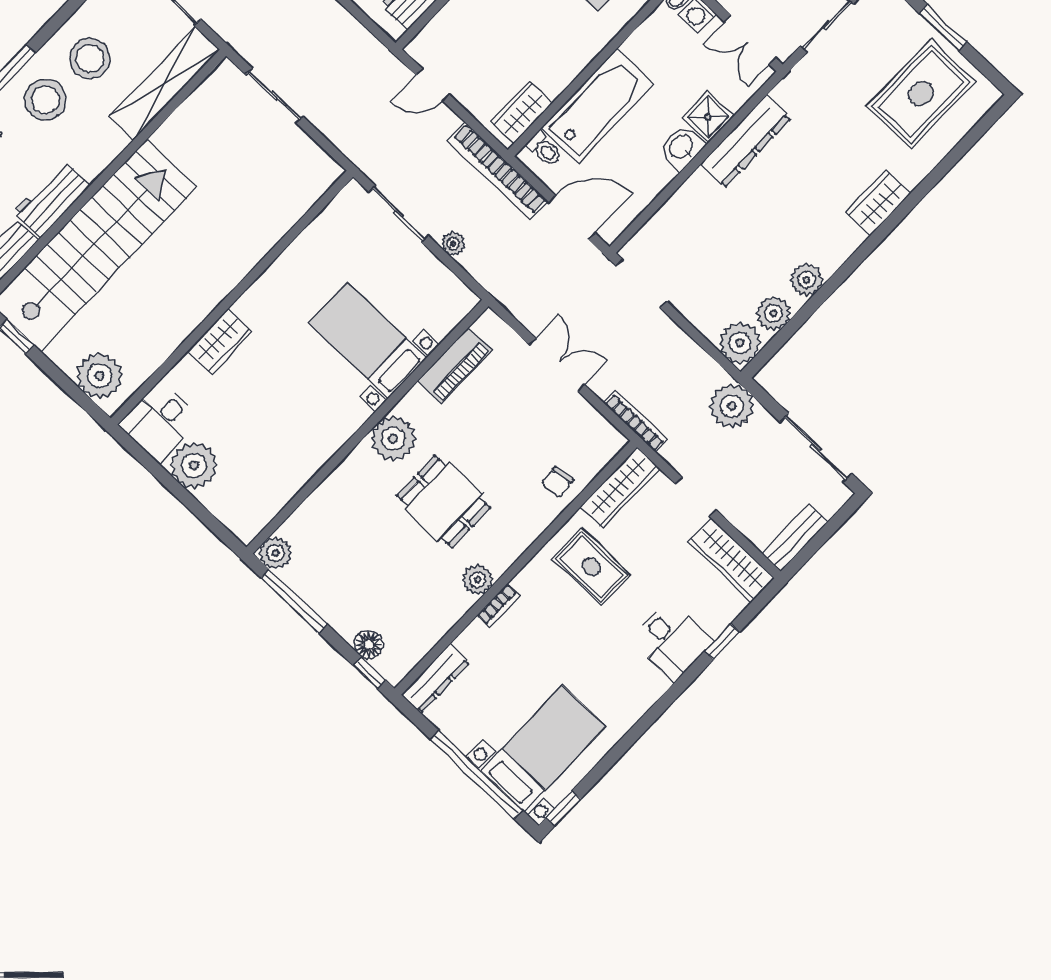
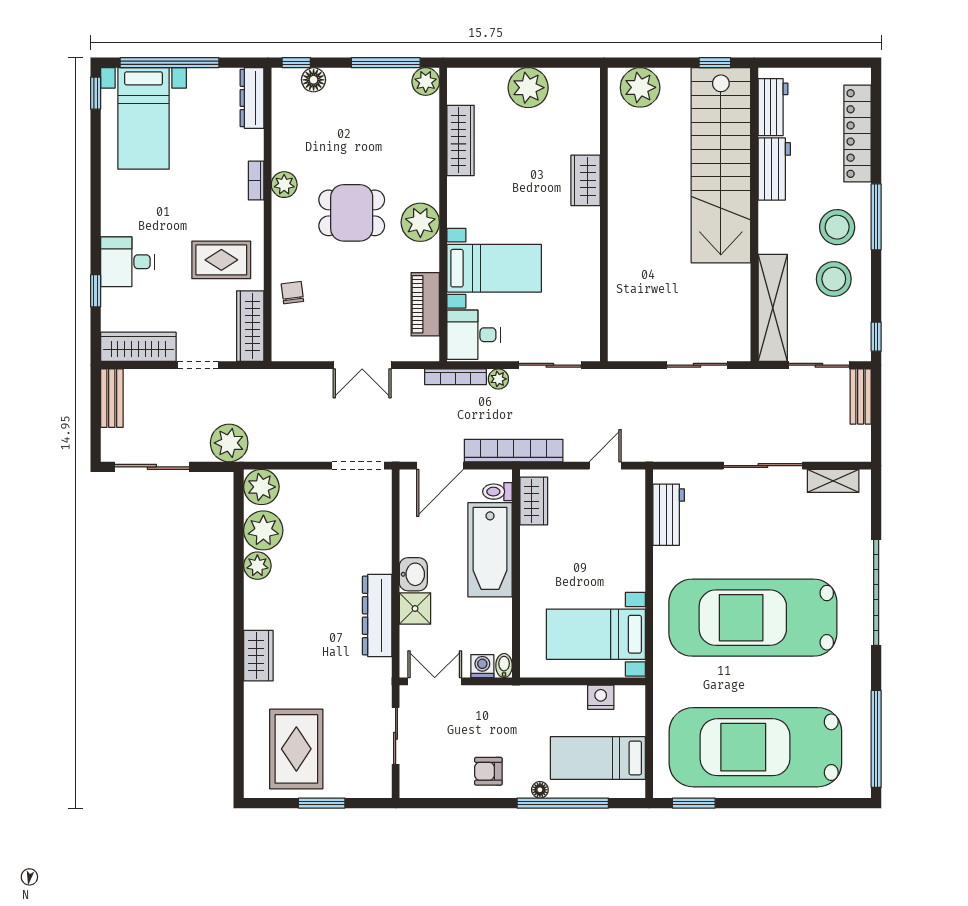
plant: (773, 313) -> (263, 530), width x1.36, depth x1.36
bookcase: (636, 421) -> (455, 377), moved
desk: (160, 422) -> (474, 335), moved, turned -90
wardrobe: (293, 475) -> (461, 140), added

